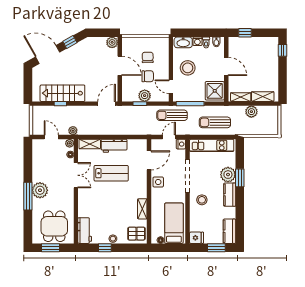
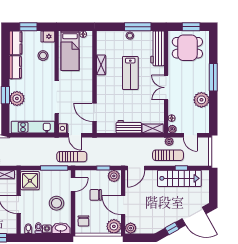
plant: (129, 44) -> (114, 226), added
chair: (148, 57) -> (83, 221), moved
door: (171, 87) -> (73, 185), hinge flipped
plant: (145, 96) -> (114, 176), moved
sun lounger: (215, 122) -> (168, 155), moved
door: (169, 137) -> (75, 135), hinge flipped
door: (149, 160) -> (94, 112), hinge flipped
lab bench: (111, 173) -> (130, 73), moved, turned -90
double door: (76, 175) -> (166, 88), moved
side table: (158, 182) -> (85, 91), removed
plant: (40, 190) -> (201, 100), moved
kitchen counter: (230, 195) -> (15, 67), moved
stool: (202, 200) -> (43, 56), moved
dining table: (54, 226) -> (187, 48), turned 90
workbench: (85, 231) -> (158, 48), width x1.38
pallet: (136, 234) -> (107, 41), removed
window: (105, 248) -> (138, 27), width x2.17

